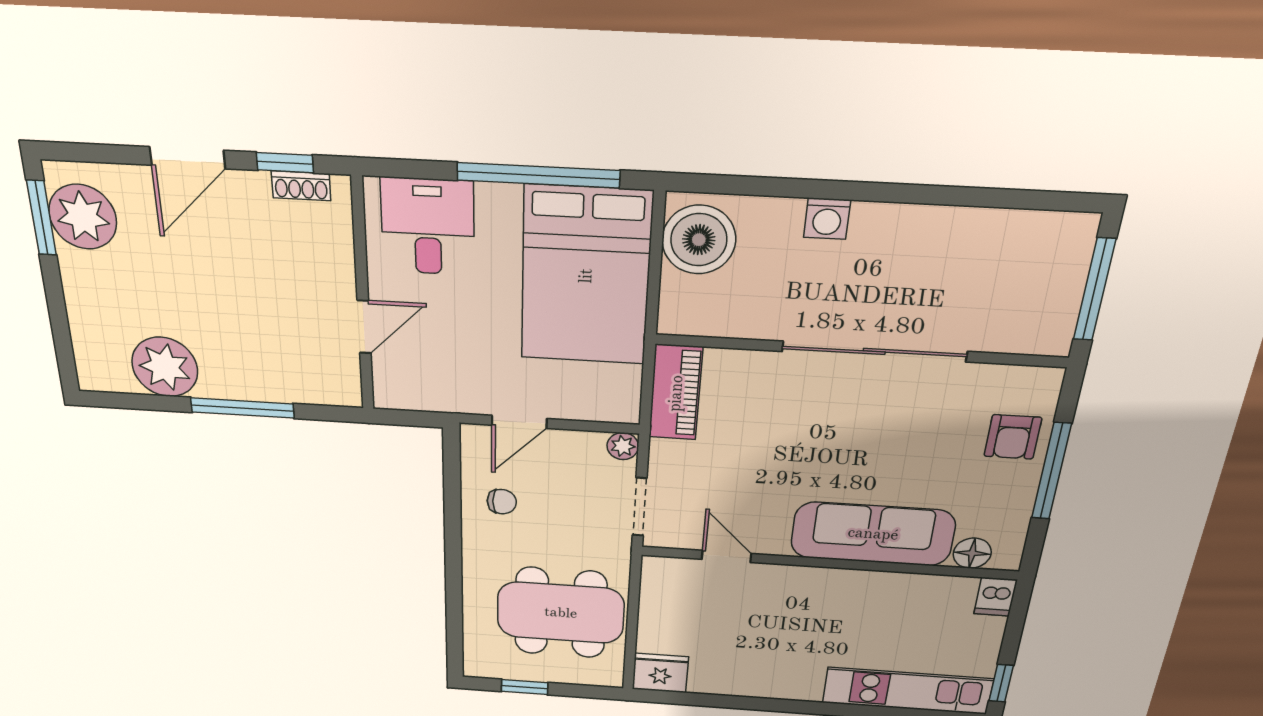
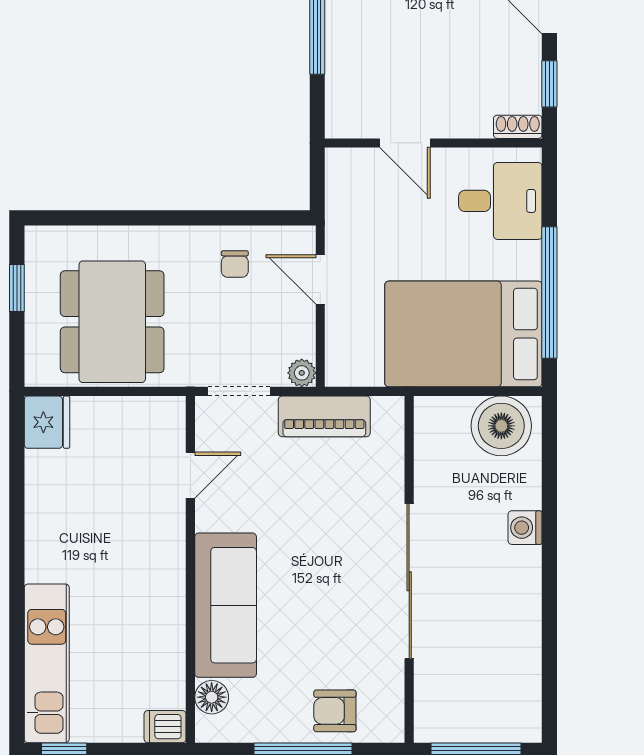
shoe rack: (301, 186) -> (518, 127), moved, turned 90
piano: (676, 393) -> (324, 416), moved

